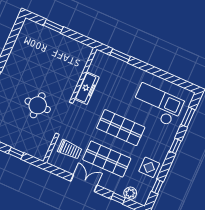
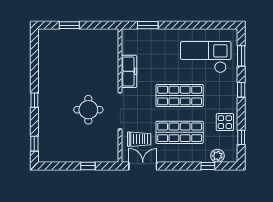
double door: (84, 183) -> (143, 166), moved

